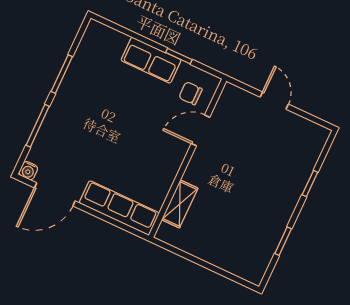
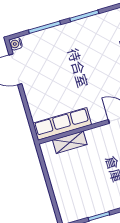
row of seats: (119, 208) -> (62, 124), moved, turned -90

